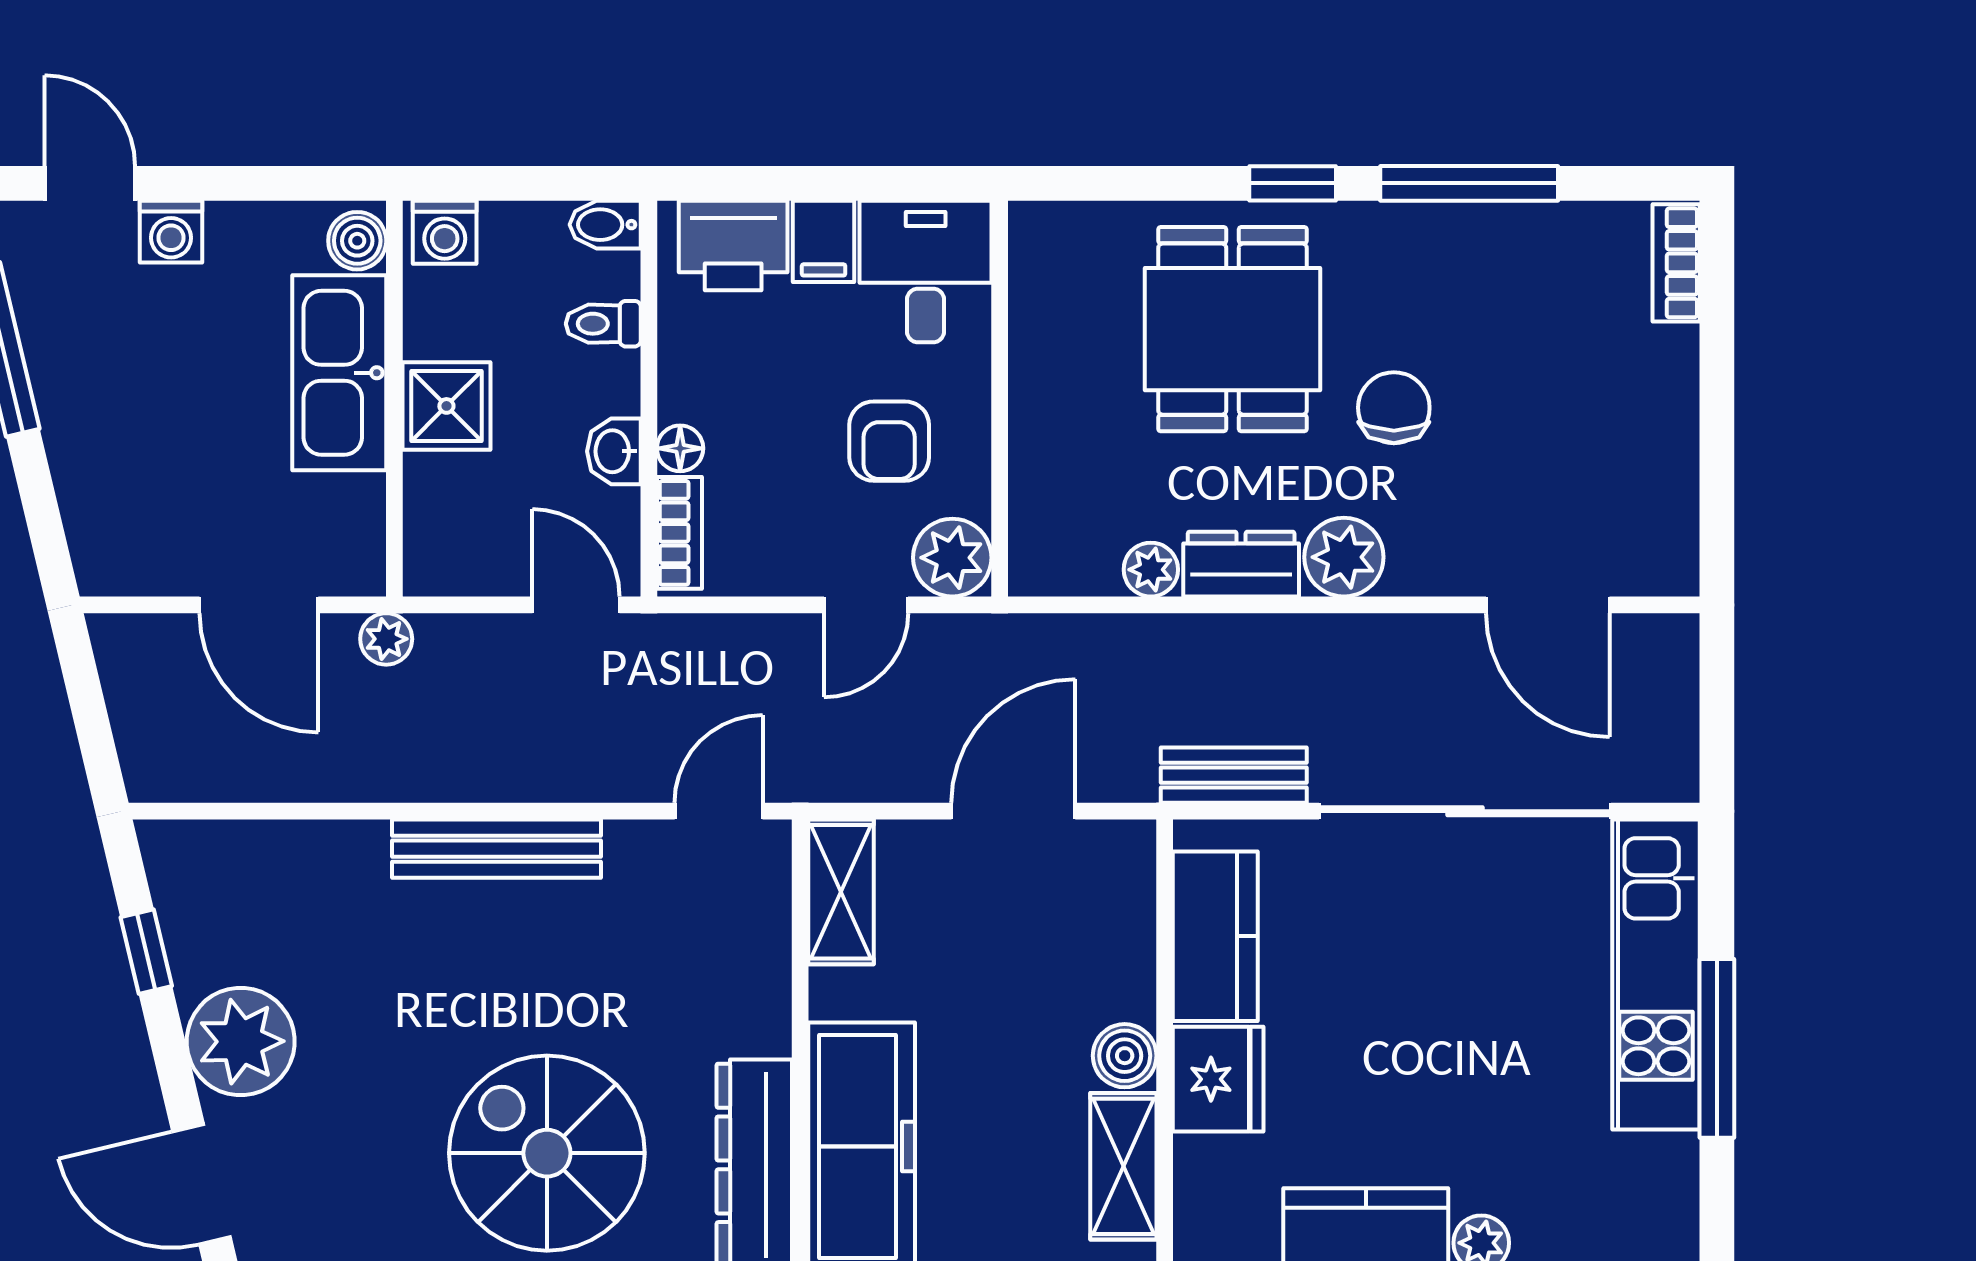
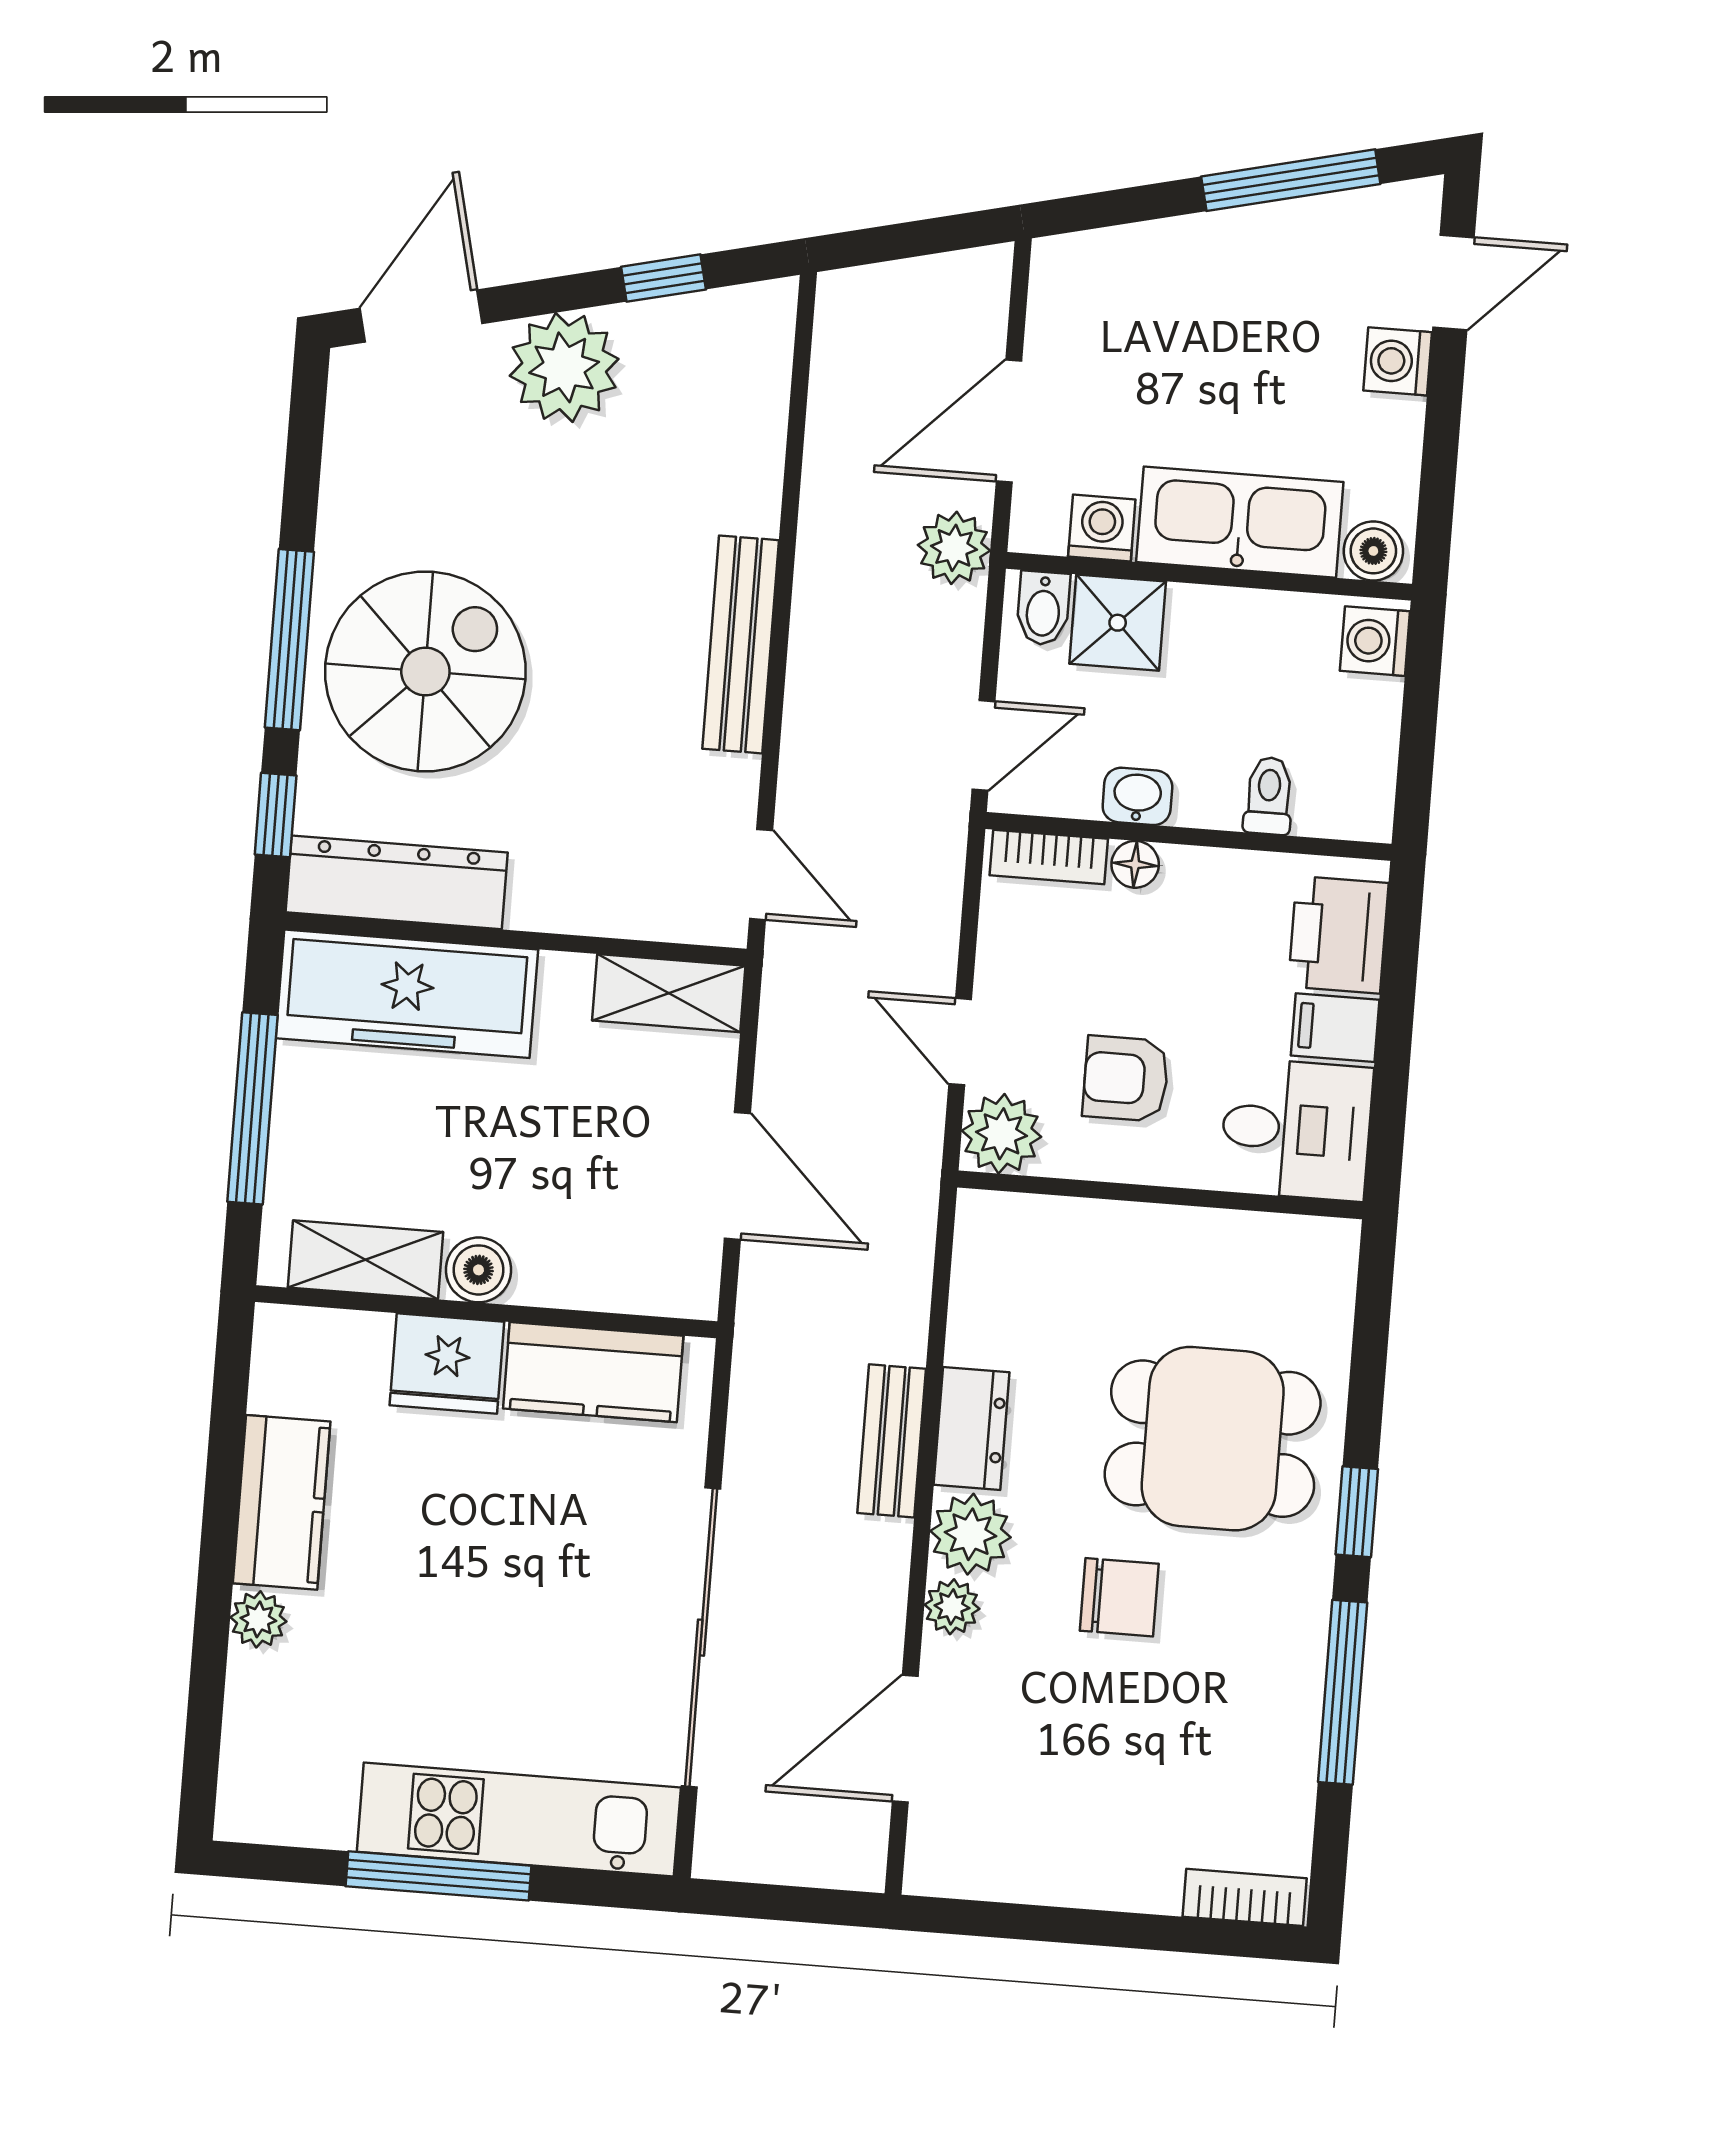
bidet: (605, 225) -> (1043, 608), moved, turned 180
shower: (446, 406) -> (1118, 623), moved
washing machine: (356, 506) -> (1102, 528), added
plant: (1151, 570) -> (952, 1607), moved
plant: (386, 639) -> (954, 548), width x1.38, depth x1.38
bench: (1234, 775) -> (892, 1441), moved

